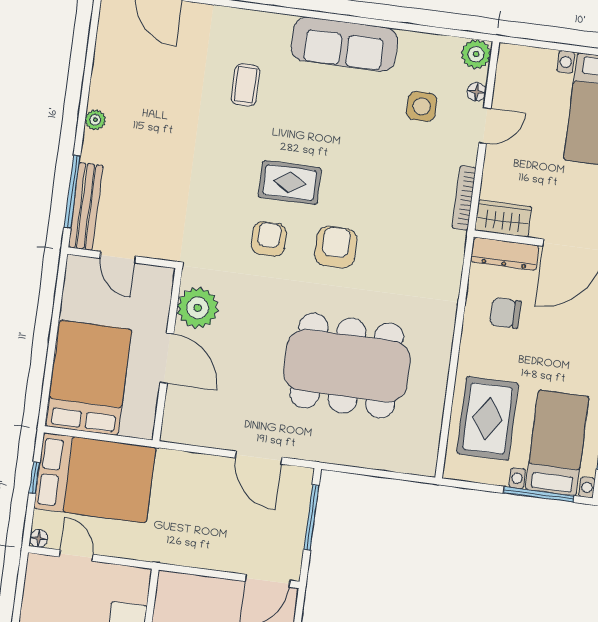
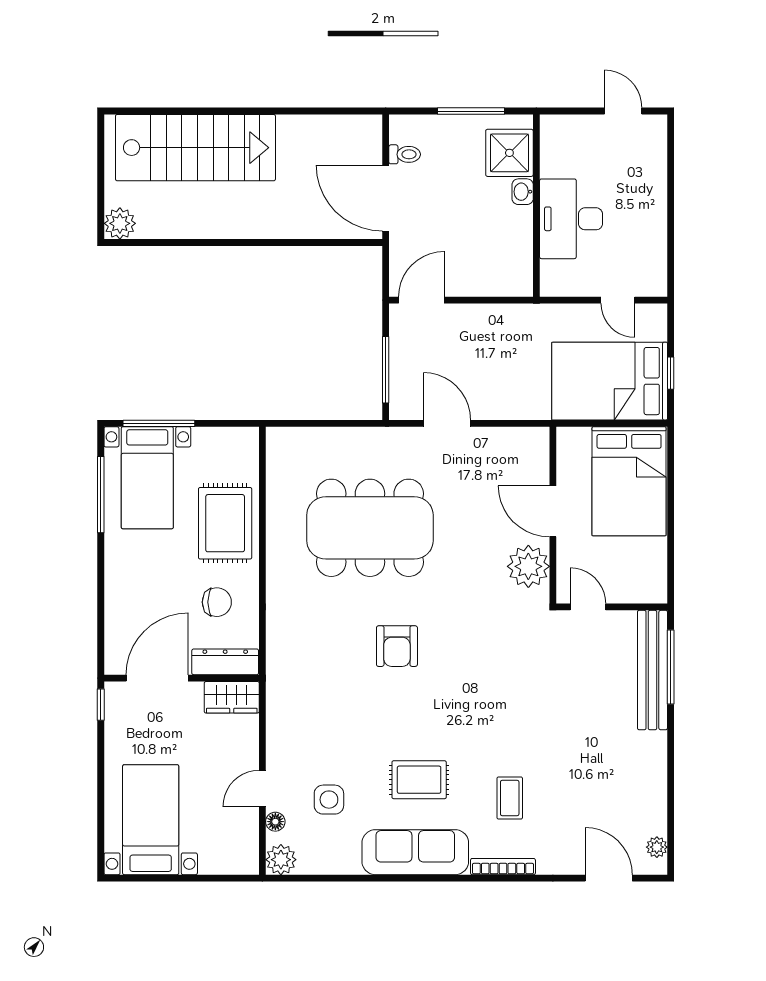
plant: (95, 120) -> (657, 847), moved
rug: (290, 183) -> (419, 780), moved
bookcase: (464, 198) -> (503, 867), moved, turned -90
bench: (86, 206) -> (652, 670), width x1.37, depth x1.21
armchair: (269, 239) -> (465, 645), removed
door: (118, 257) -> (588, 607), moved
rug: (488, 418) -> (225, 523), moved
floor lamp: (39, 538) -> (658, 312), removed

